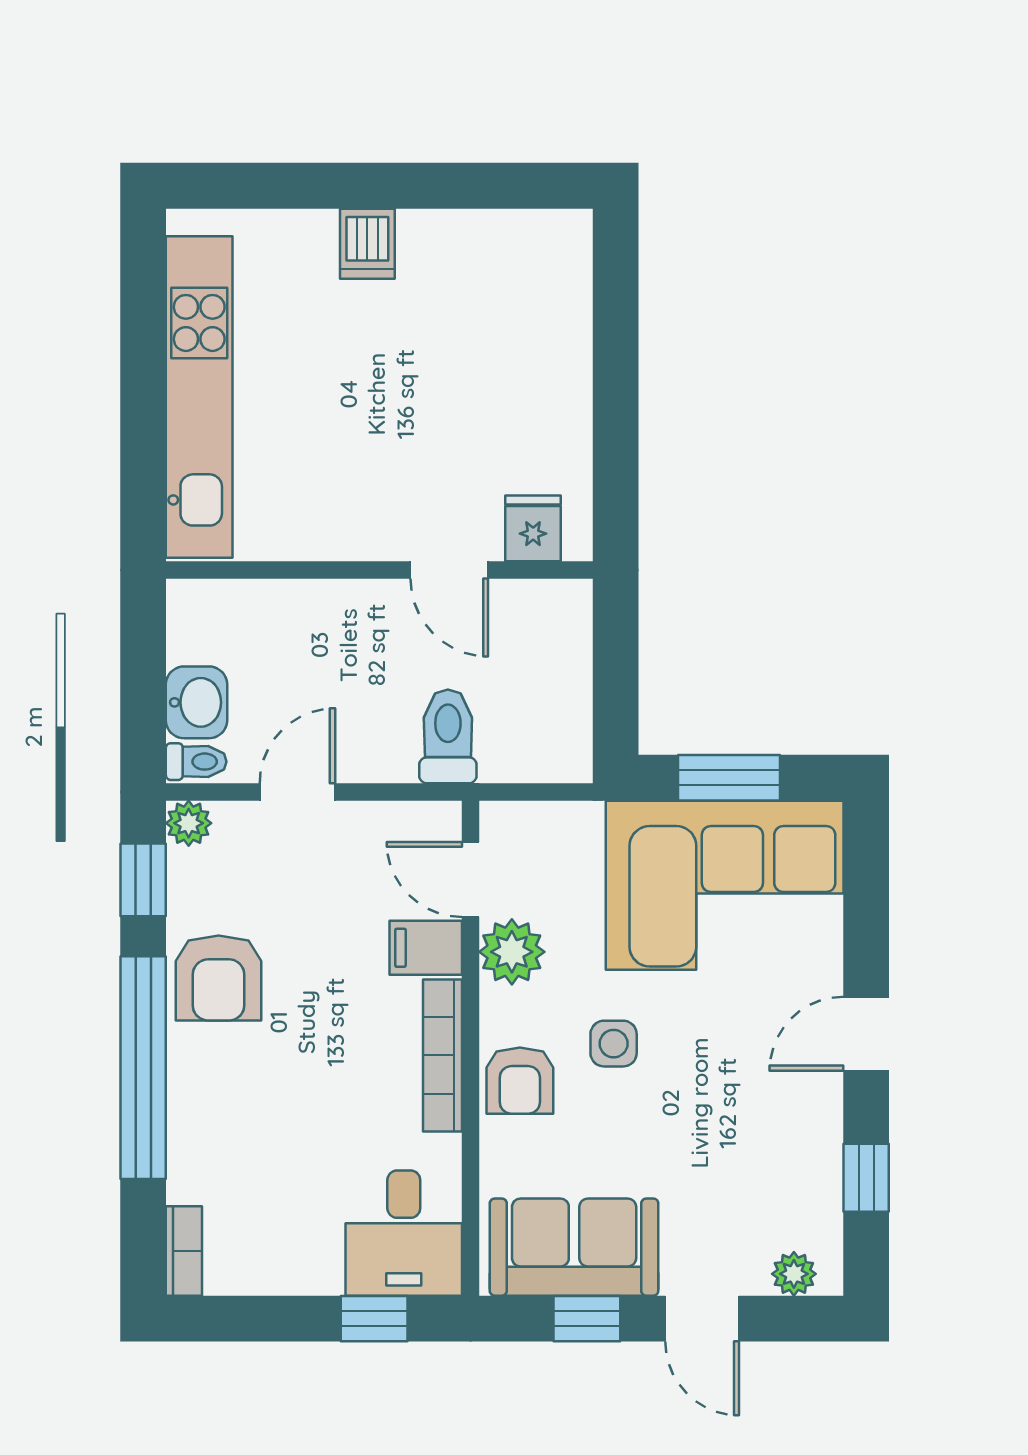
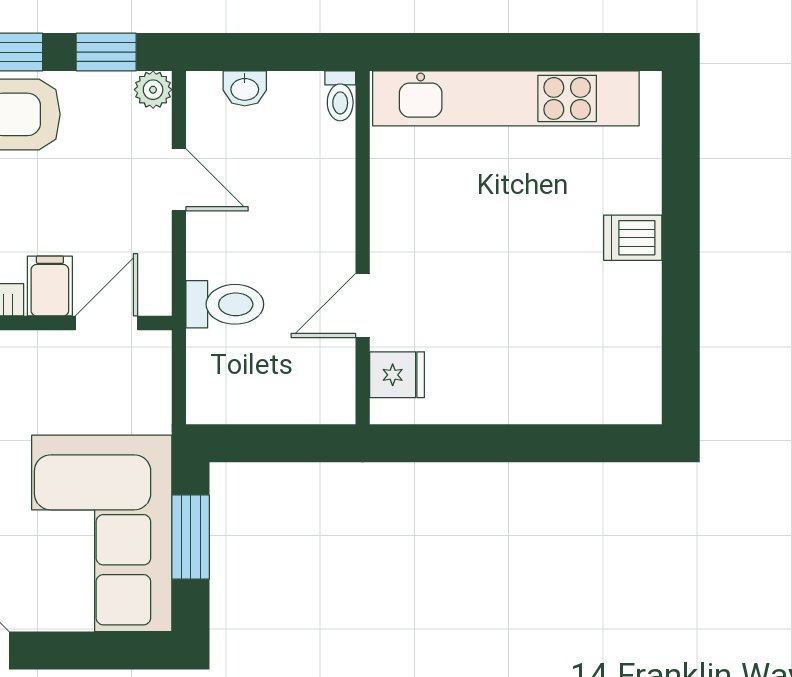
washbasin: (196, 702) -> (245, 88), width x0.72, depth x0.69
toilet: (196, 762) -> (340, 96), moved
plant: (512, 952) -> (47, 357), removed

